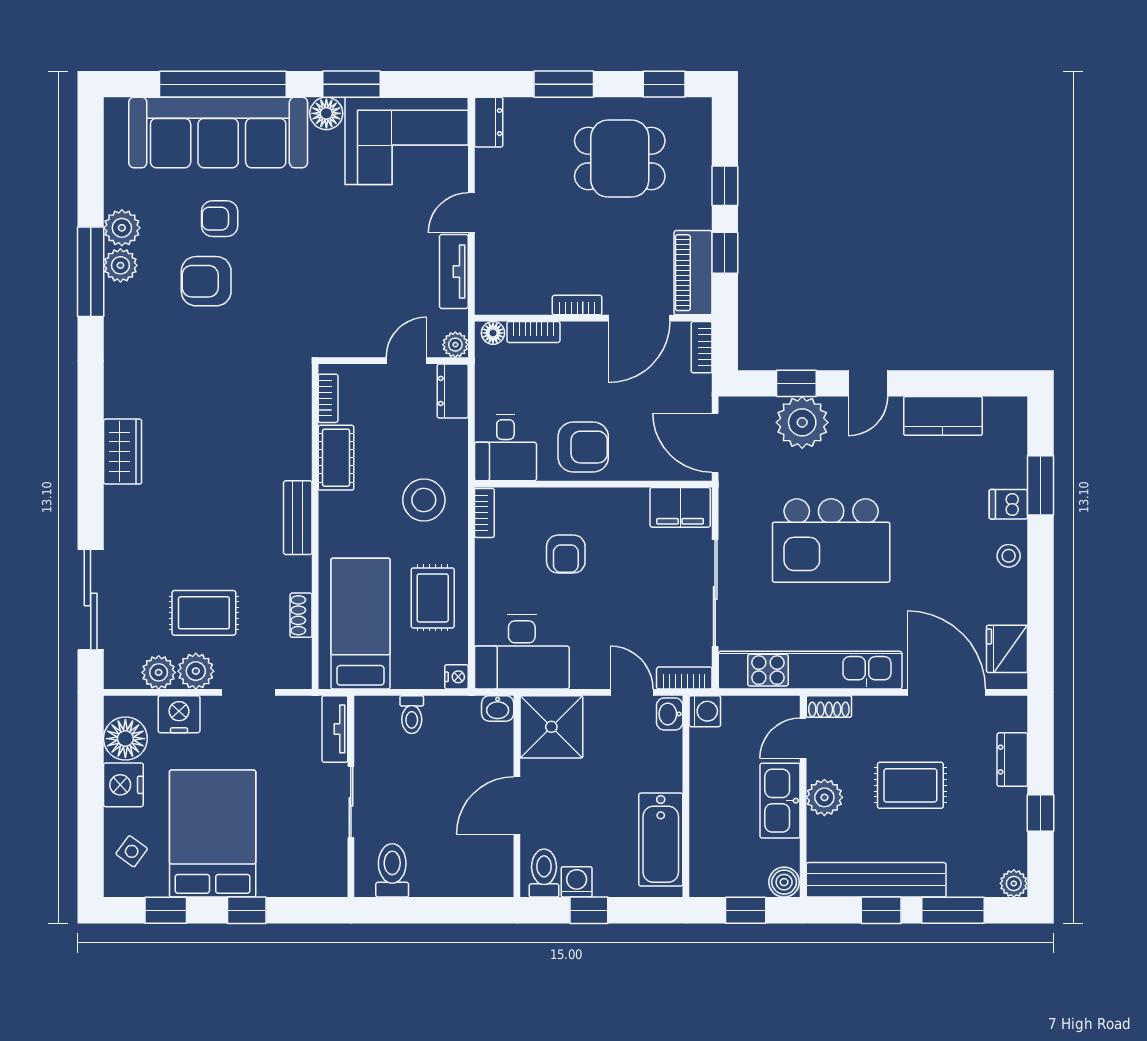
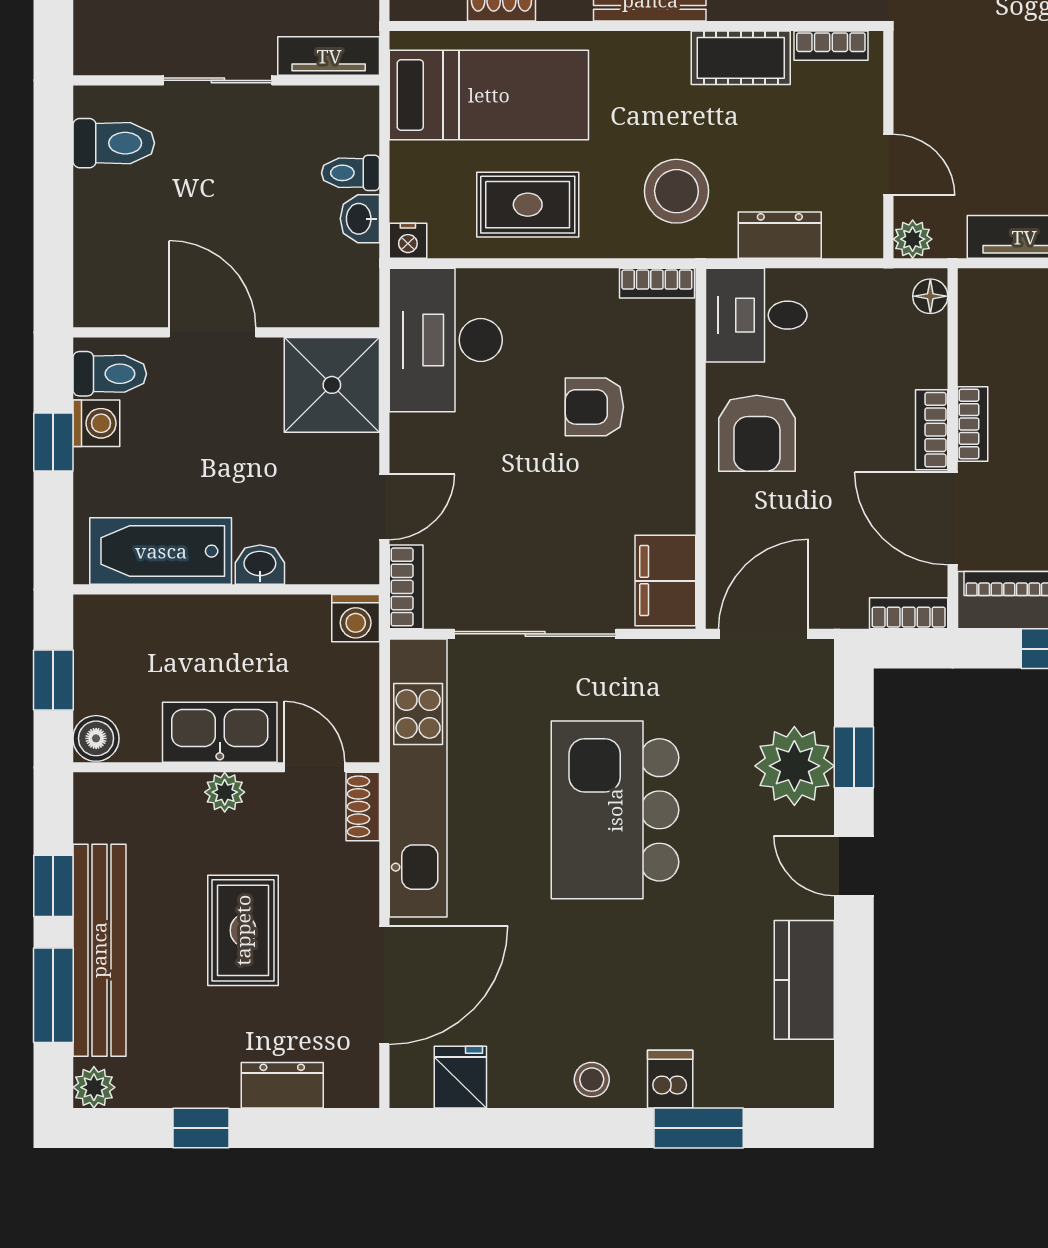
bookcase: (533, 332) -> (932, 430), moved
dresser: (453, 391) -> (780, 235), moved
fridge: (1007, 649) -> (460, 1077), width x0.72
washbasin: (498, 708) -> (360, 219), moved
washbasin: (670, 714) -> (260, 565), moved
plant: (824, 797) -> (225, 792), width x0.73, depth x0.73
bench: (876, 880) -> (99, 950), moved

